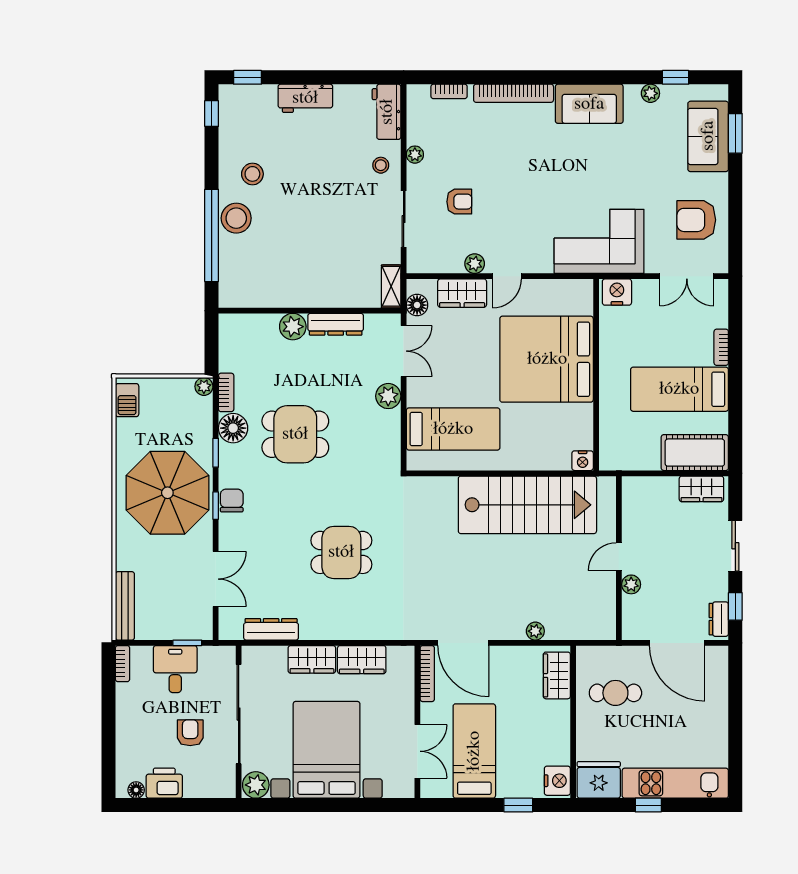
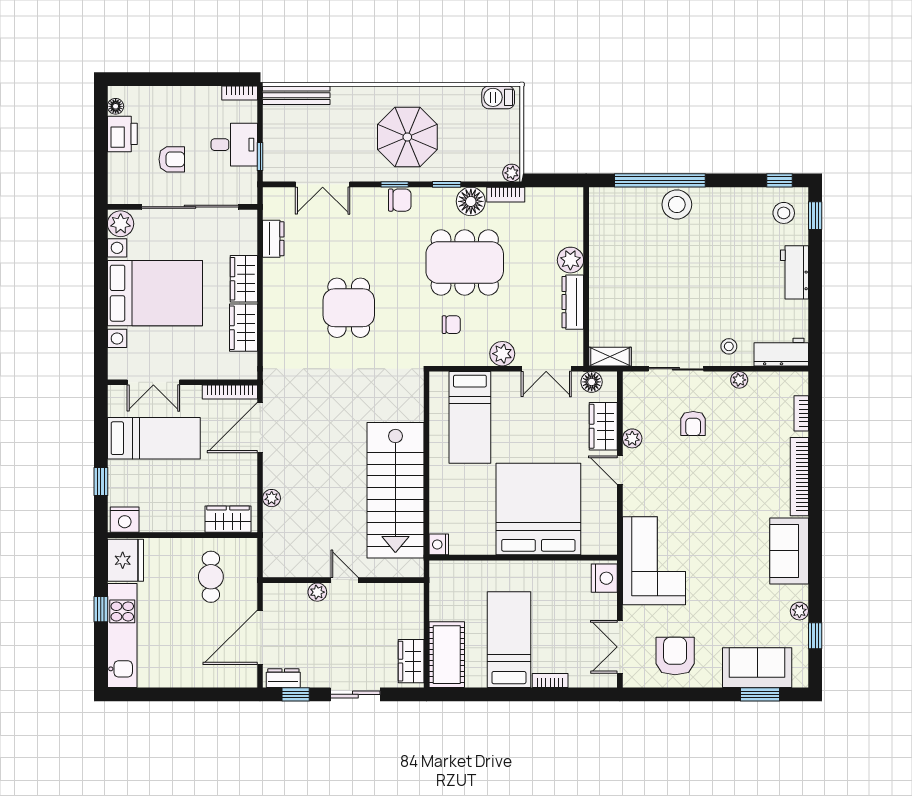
stool: (252, 174) -> (784, 213), moved
dining table: (295, 434) -> (465, 263), width x1.38
chair: (359, 448) -> (451, 325), added
parasol: (167, 493) -> (407, 137), width x0.73, depth x0.73
dresser: (271, 629) -> (273, 239), width x0.70

